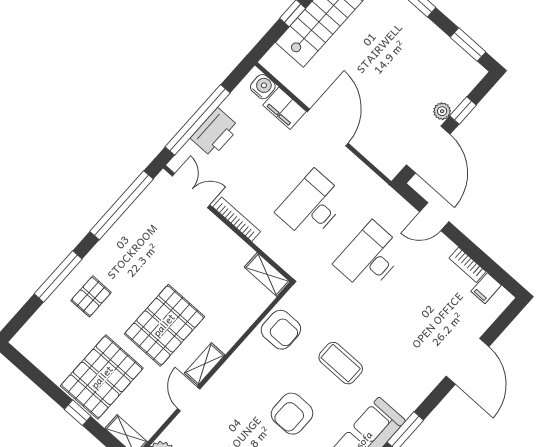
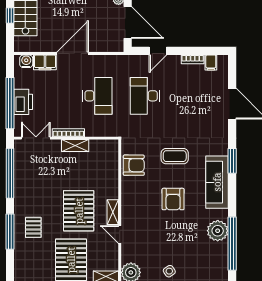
door: (328, 127) -> (73, 54), hinge flipped
desk: (312, 206) -> (97, 96), turned 180
shelving: (267, 274) -> (75, 146), moved

